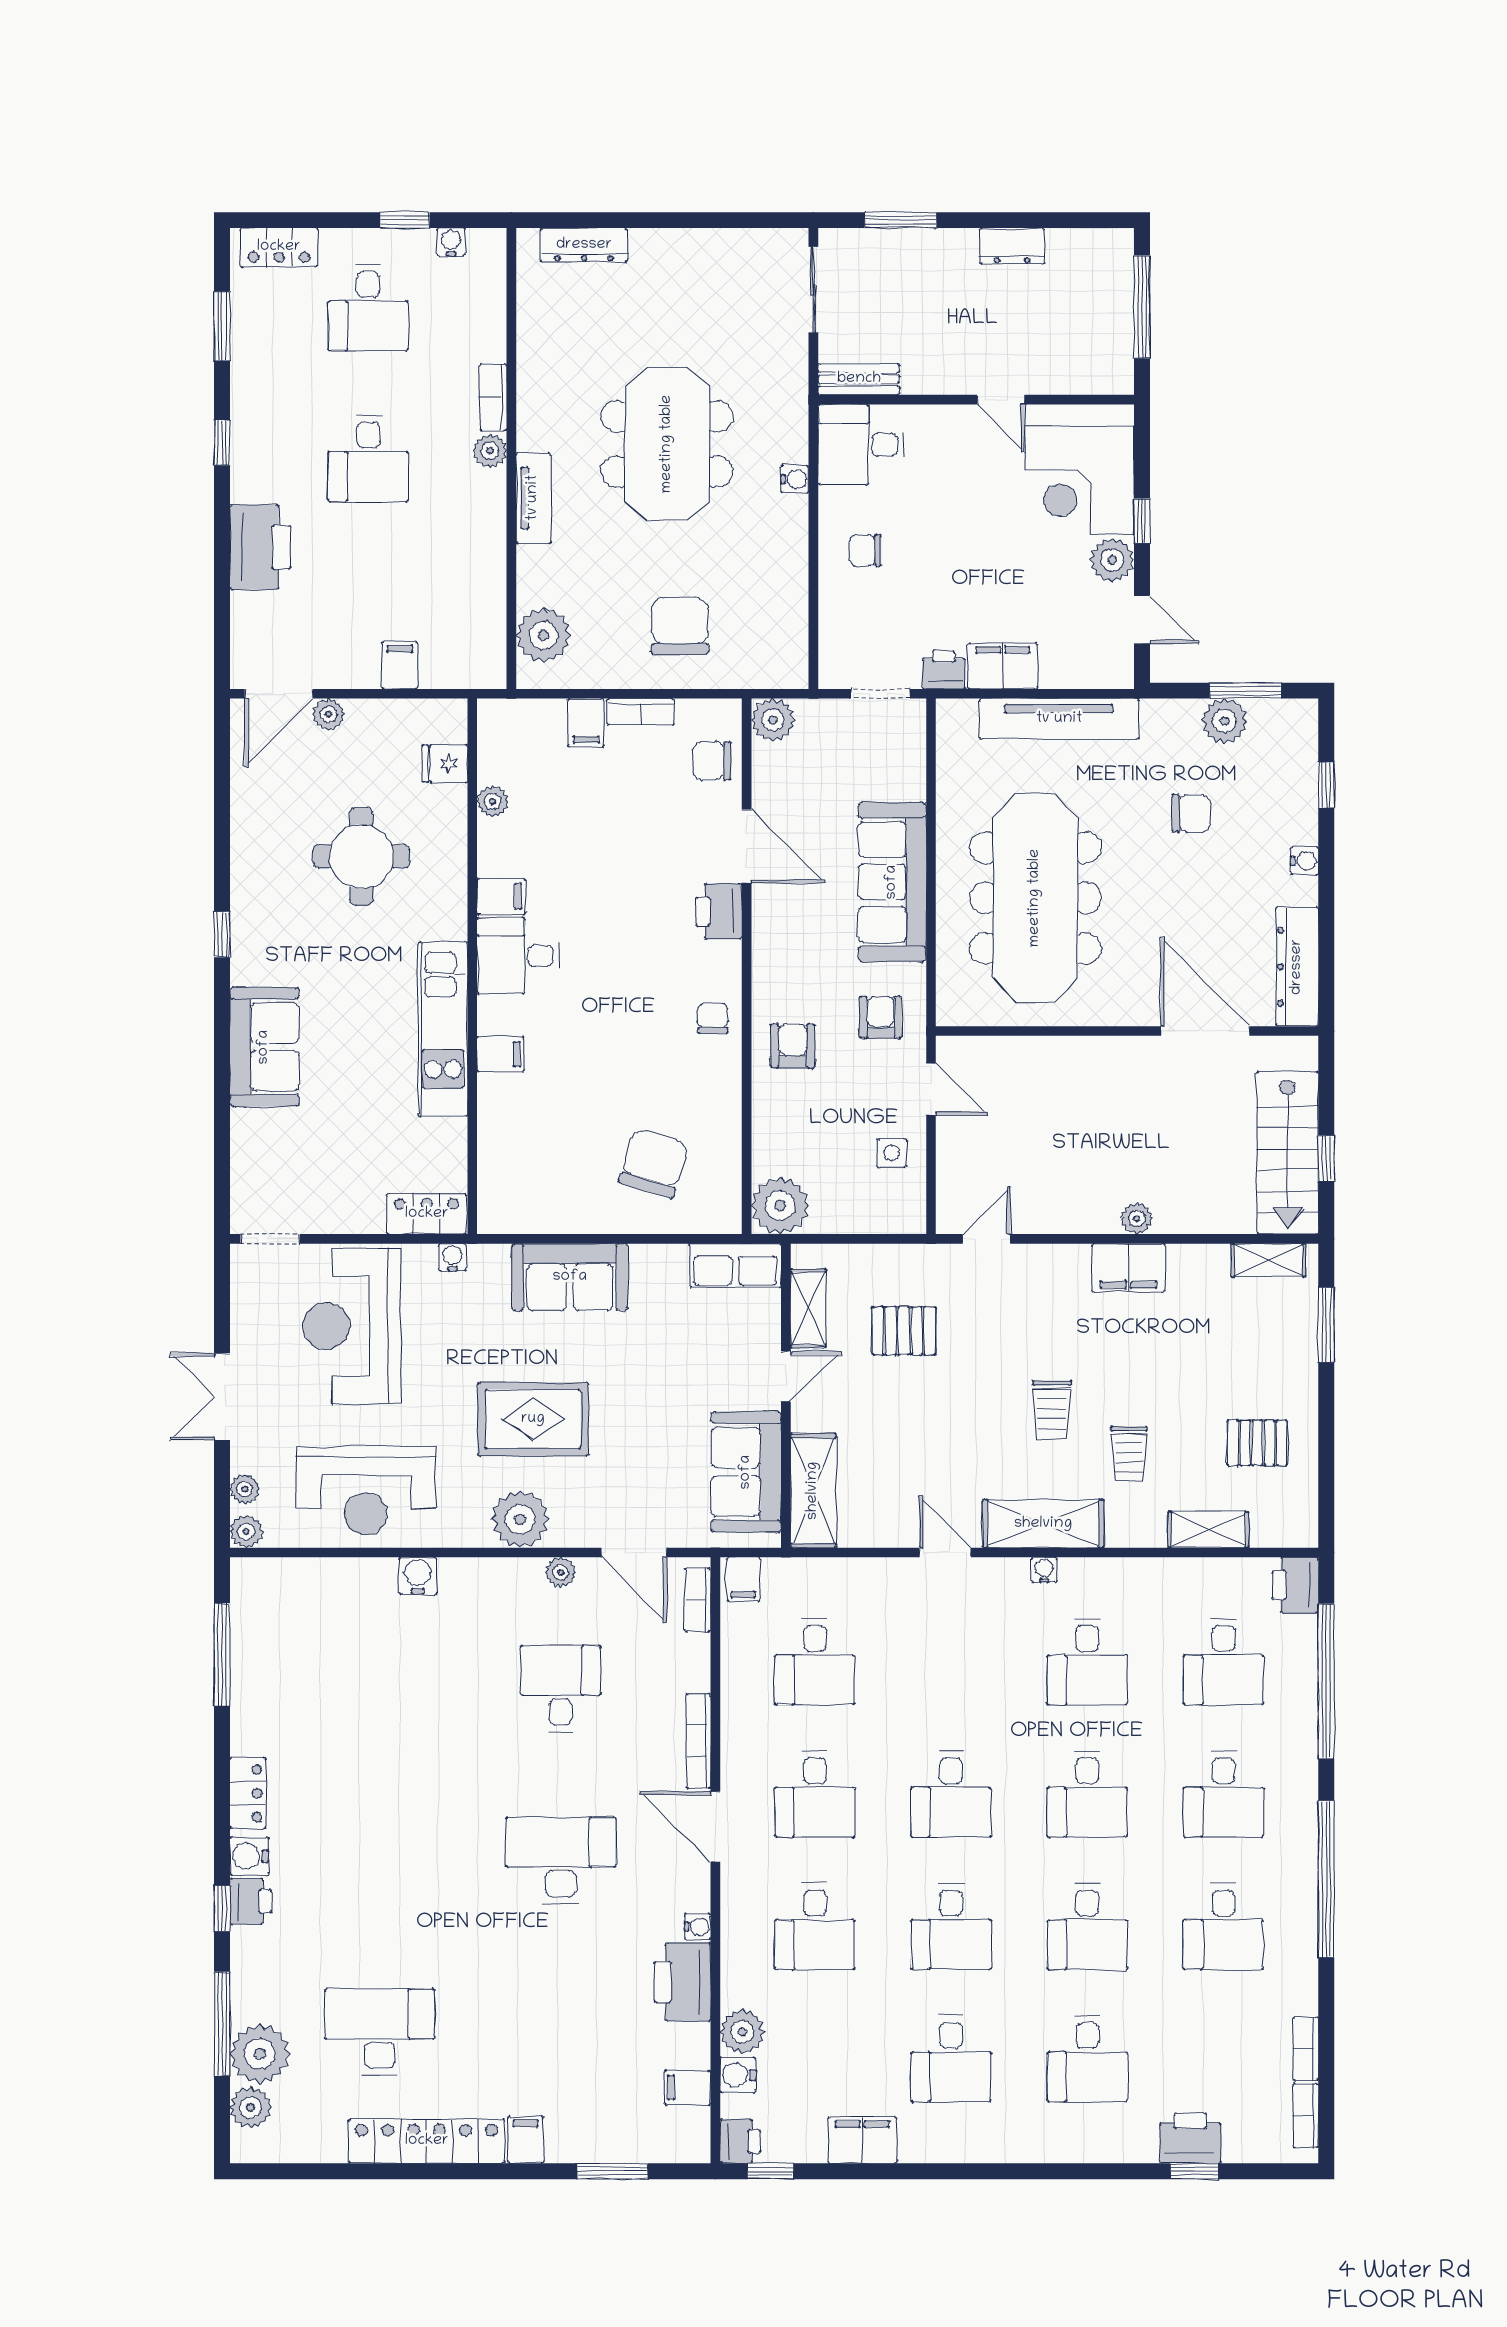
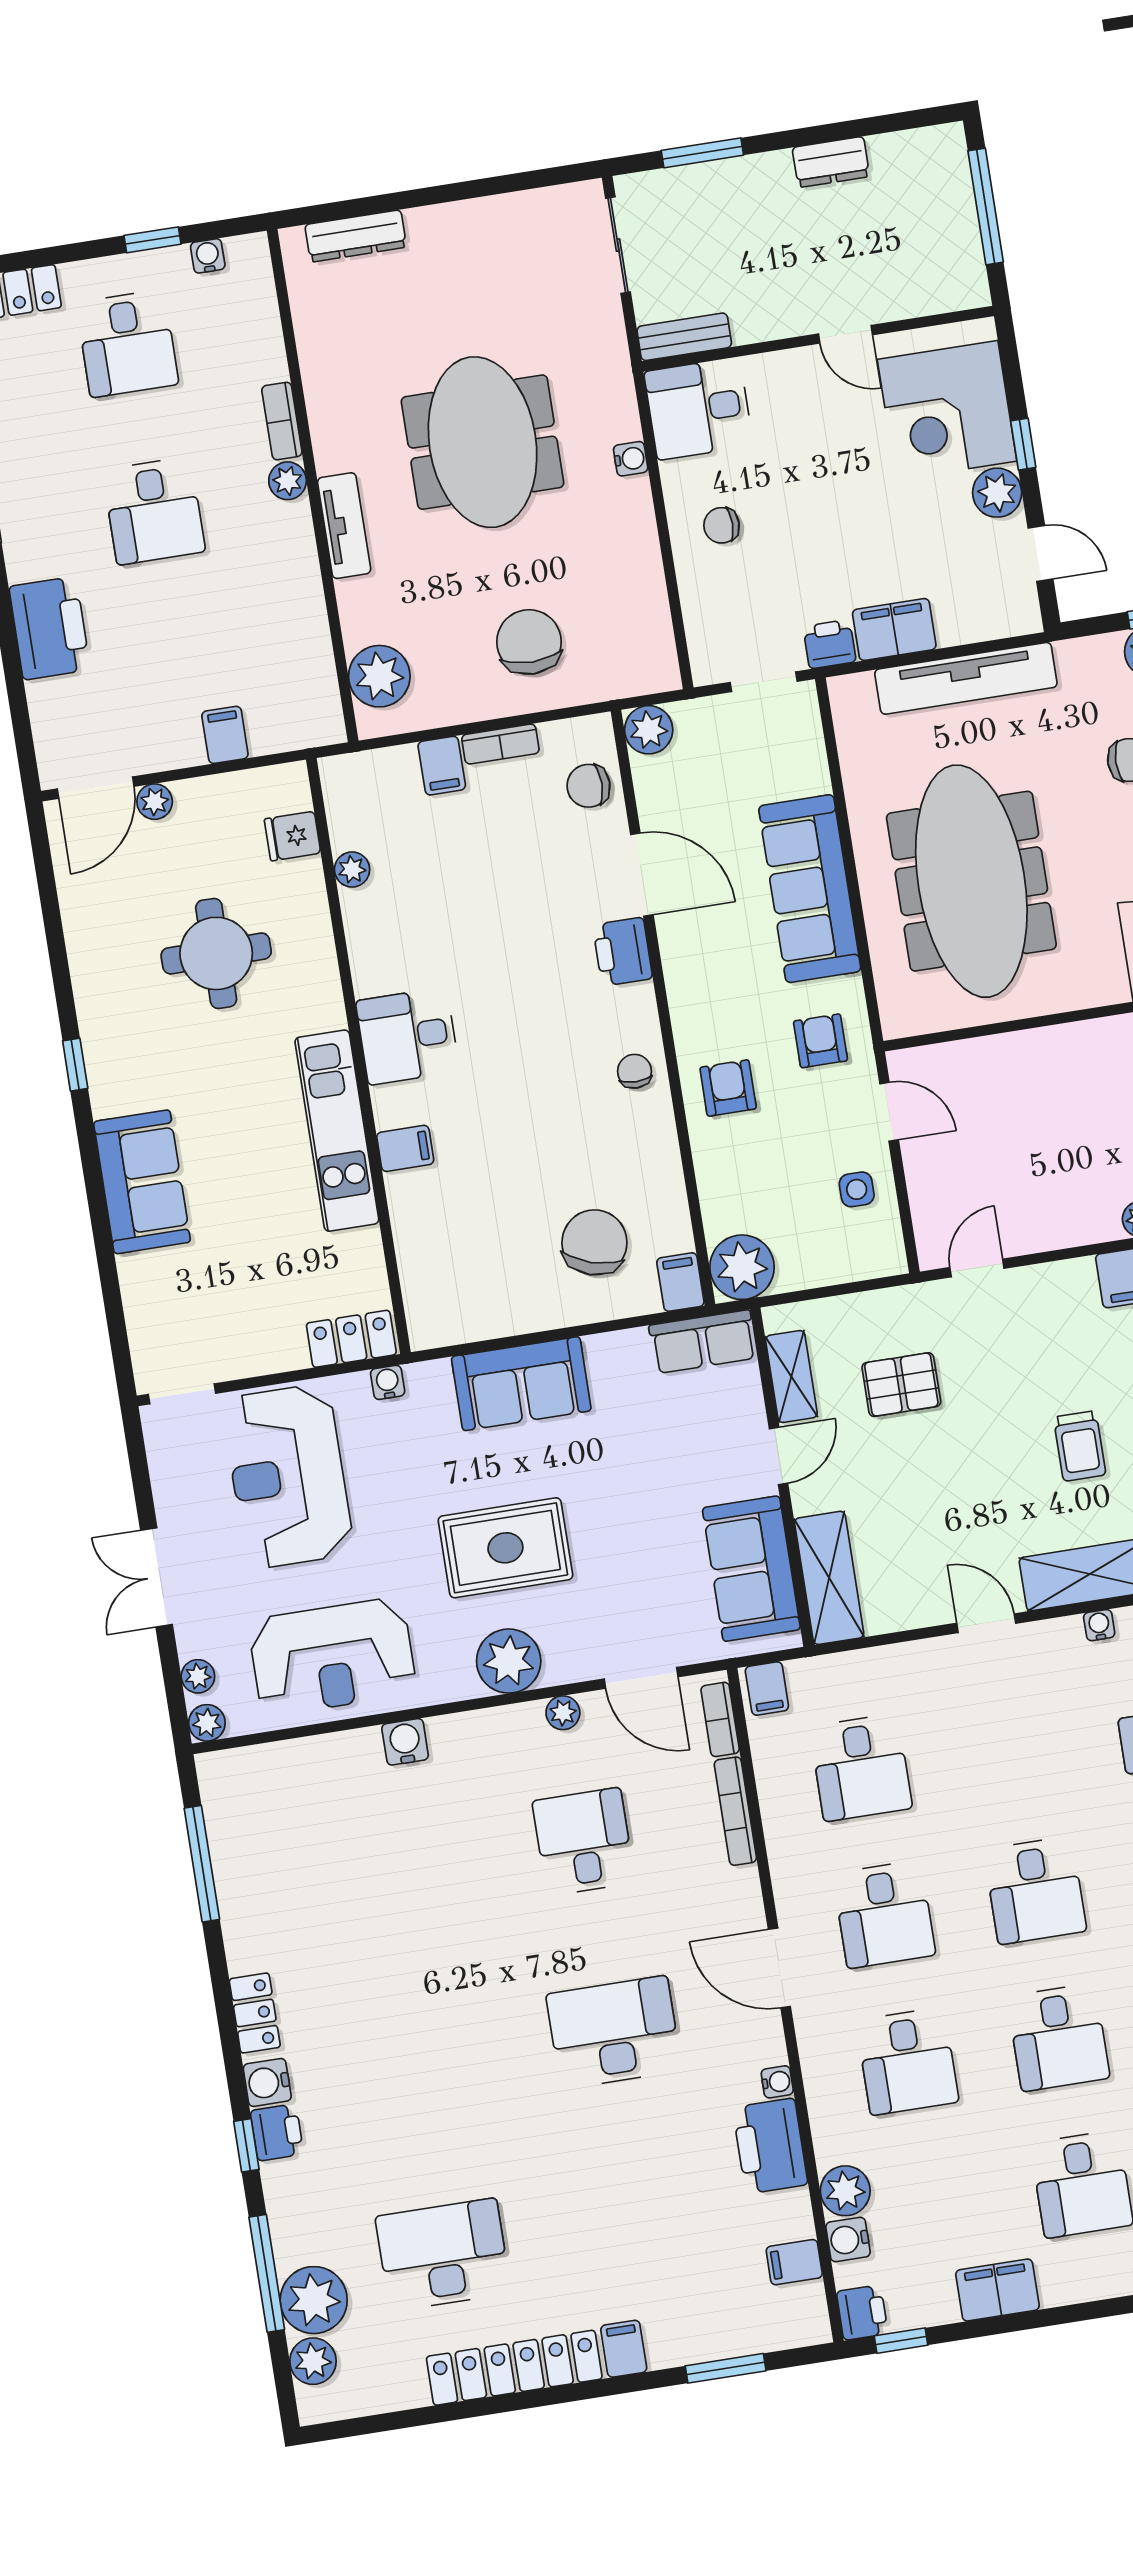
filing cabinet: (501, 896) -> (680, 1282), moved, turned -90
bookcase: (698, 1741) -> (735, 1811), moved

